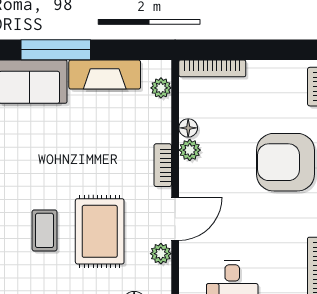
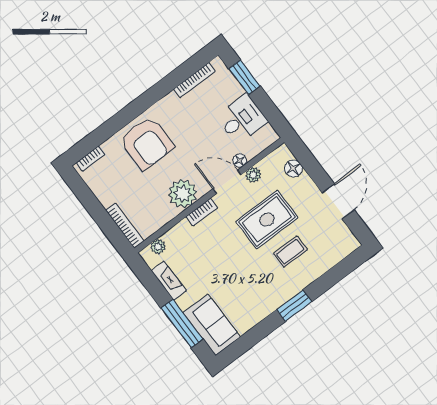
fireplace: (105, 75) -> (169, 281), width x0.73, depth x0.76
floor lamp: (188, 128) -> (240, 160), moved
plant: (190, 150) -> (183, 194), width x1.88, depth x1.88

